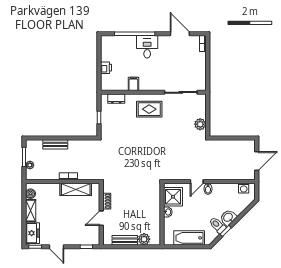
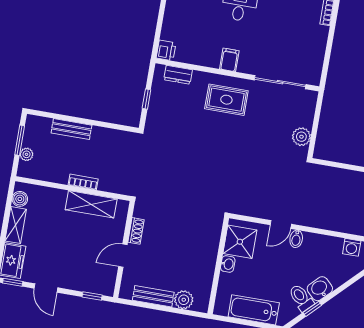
printer: (106, 68) -> (166, 50), moved
filing cabinet: (133, 84) -> (229, 60), moved

